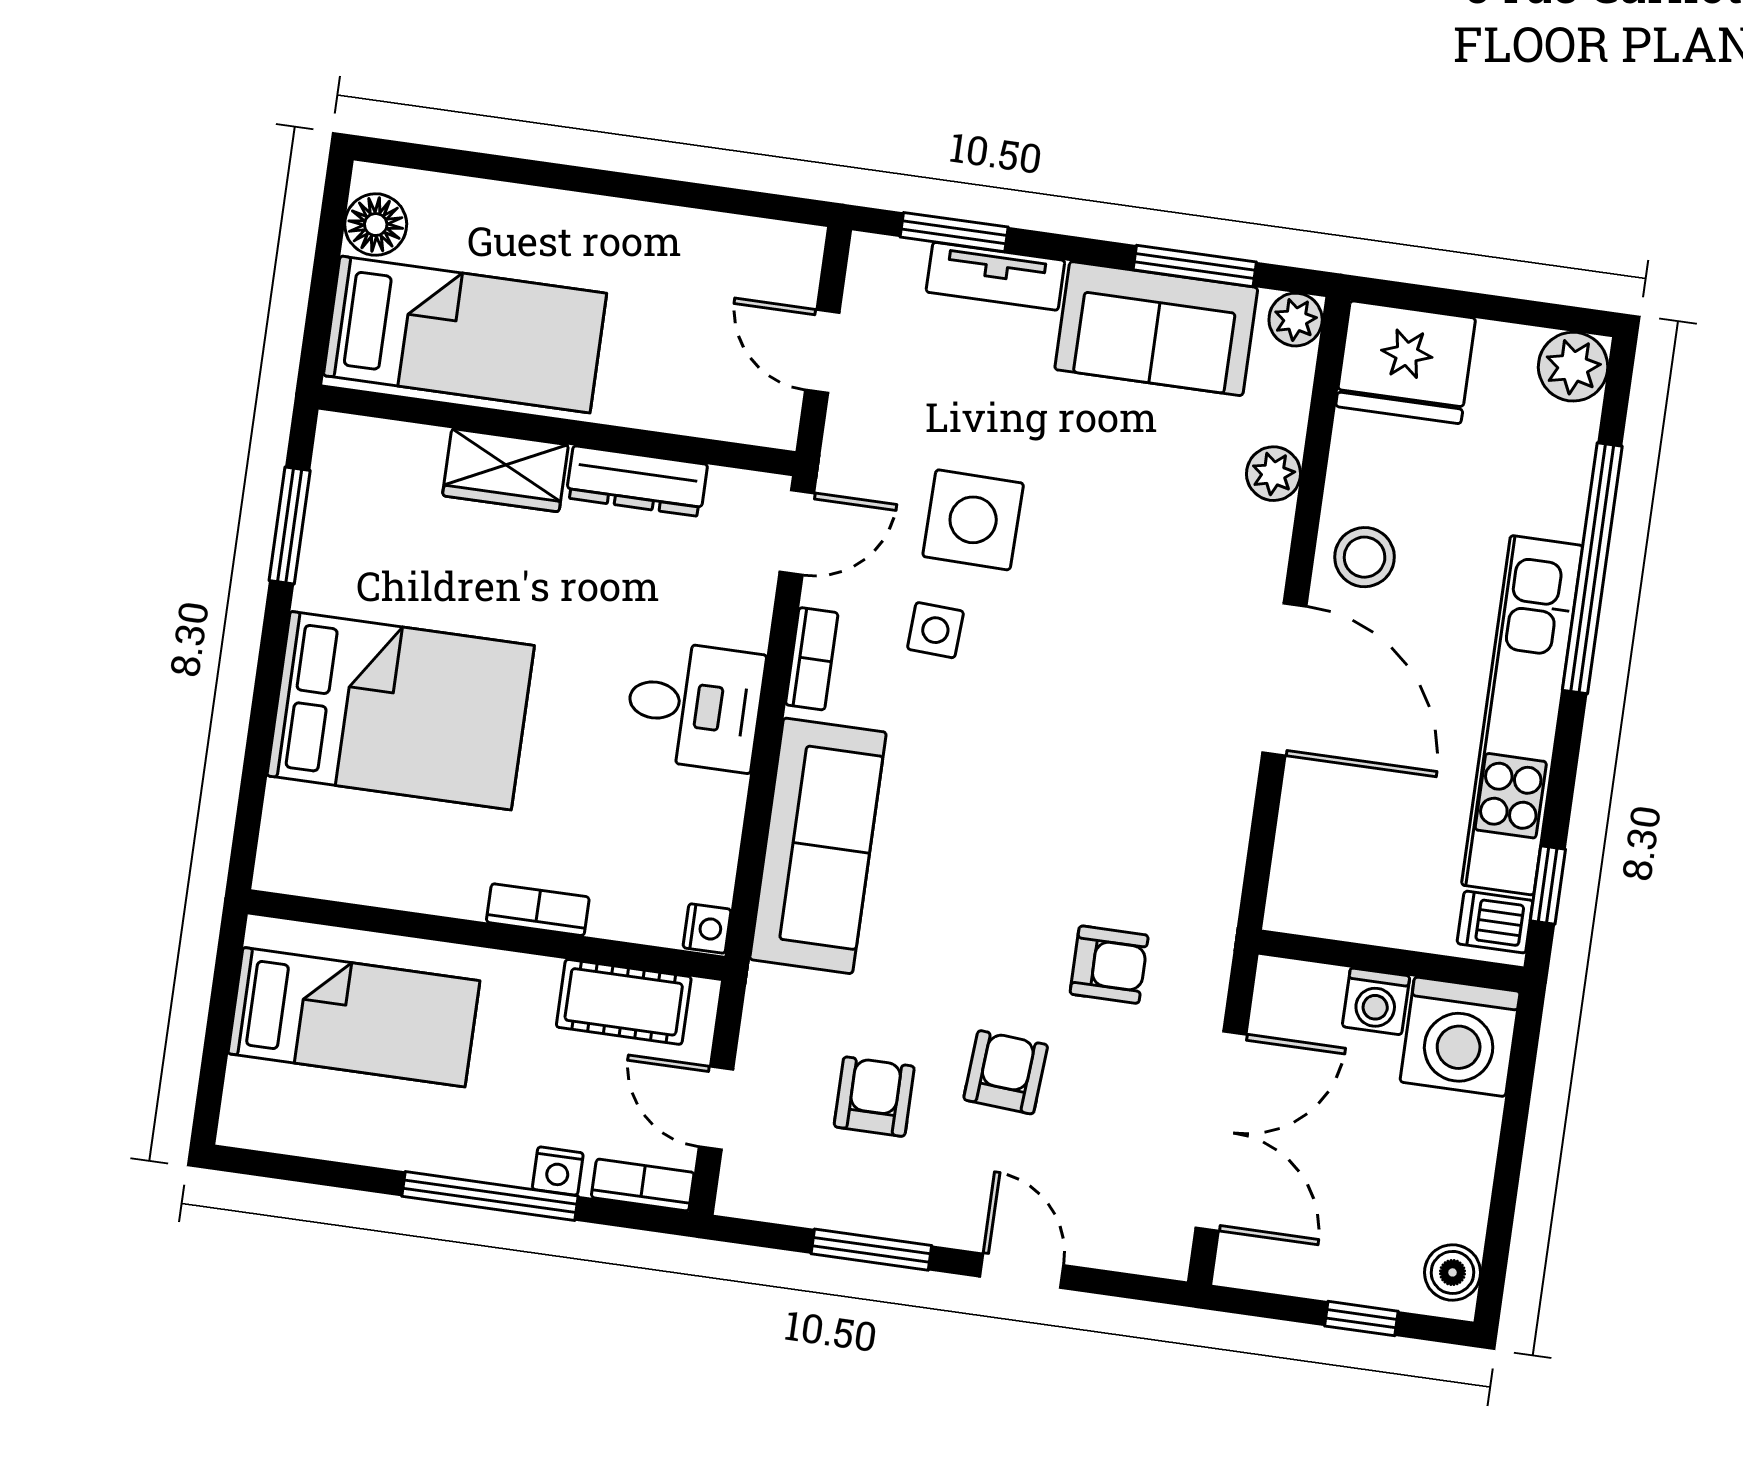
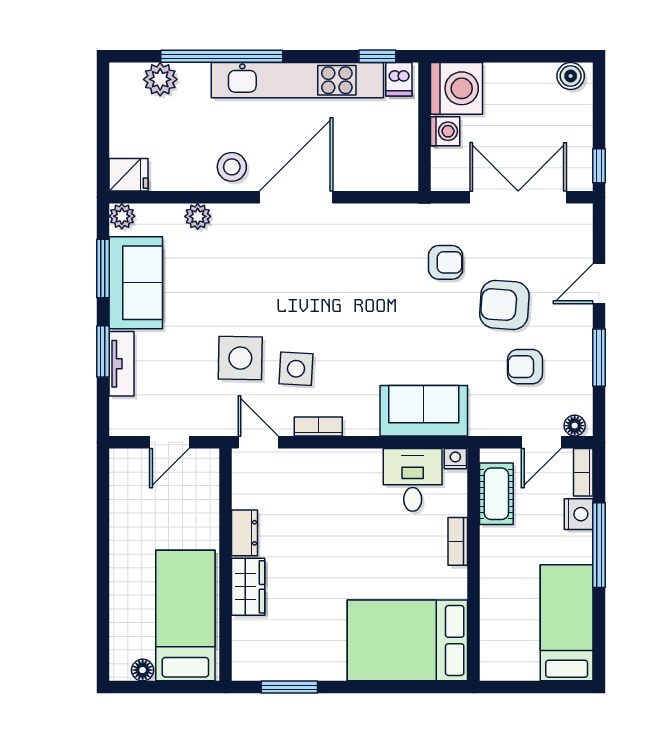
floor lamp: (376, 225) -> (143, 670), width x0.73, depth x0.73
window: (954, 232) -> (103, 351), moved
fridge: (1406, 362) -> (129, 175), width x0.53, depth x0.75
plant: (1573, 367) -> (160, 79), moved
dresser: (637, 481) -> (244, 533), width x0.70
side table: (935, 630) -> (296, 369), width x1.37, depth x1.37
desk: (694, 706) -> (413, 480), moved
bed: (401, 711) -> (407, 640), moved, turned -90
sofa: (818, 846) -> (424, 411), width x0.73
armchair: (1109, 965) -> (446, 262), turned 90
bed: (354, 1017) -> (567, 623), moved
armchair: (1006, 1072) -> (504, 305), width x1.38, depth x1.38
nightstand: (558, 1171) -> (579, 514), width x1.39, depth x1.35
floor lamp: (740, 1181) -> (575, 426), added
window: (1361, 1319) -> (599, 166), moved

